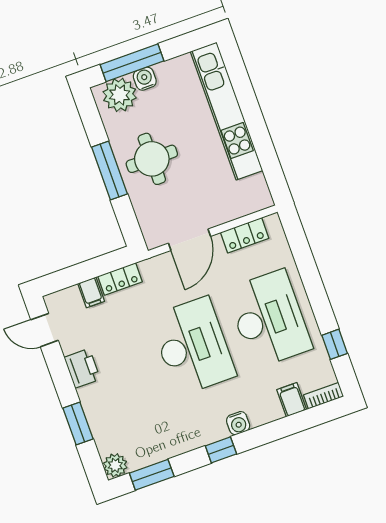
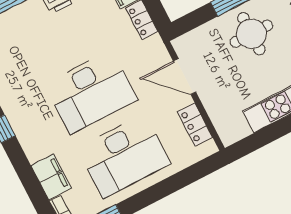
filing cabinet: (292, 400) -> (51, 177), width x2.00
water cooler: (238, 423) -> (29, 141), removed

